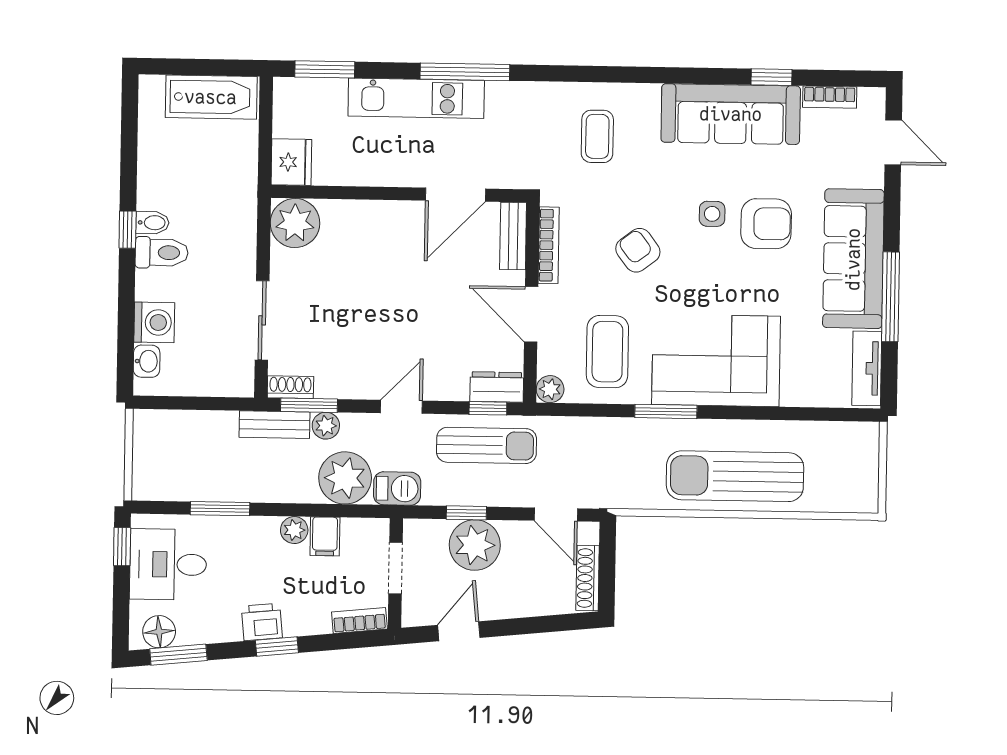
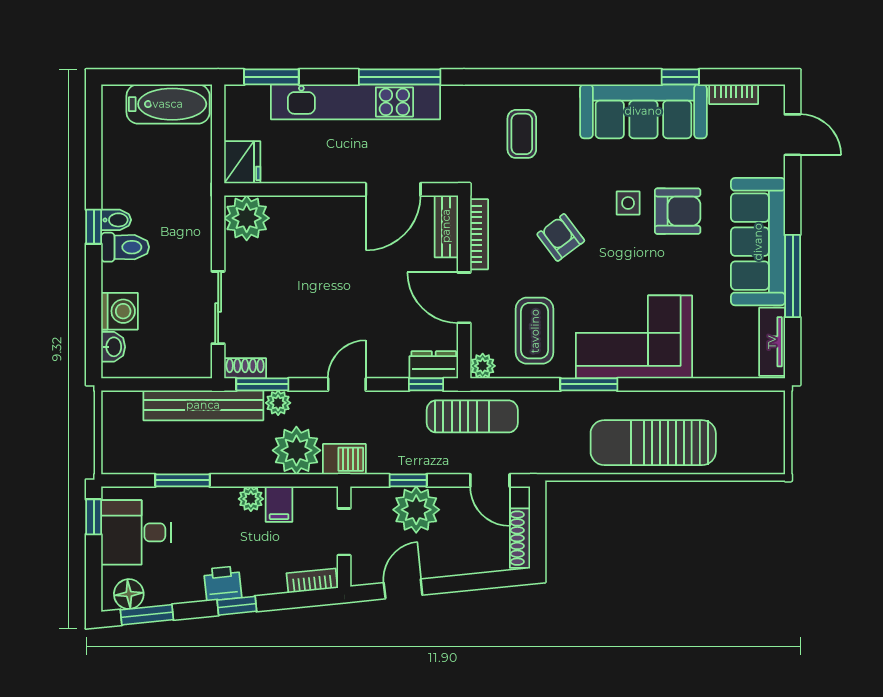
kitchen unit: (416, 98) -> (355, 102), width x1.36
bench: (274, 425) -> (203, 405), width x1.86, depth x1.21
sun lounger: (487, 445) -> (472, 416), moved

